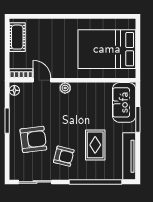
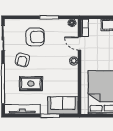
door: (42, 80) -> (80, 44), swing flipped
armchair: (33, 139) -> (35, 37), turned -83

